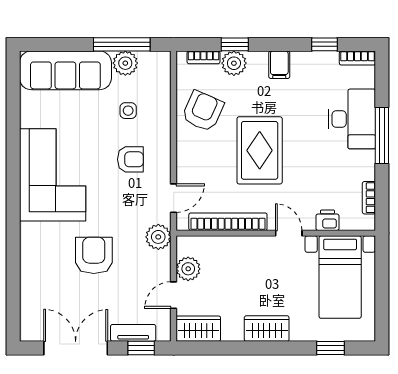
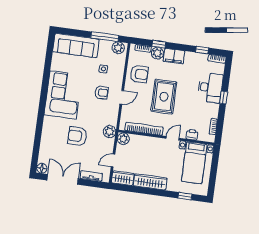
plant: (125, 63) -> (118, 48), moved
filing cabinet: (279, 65) -> (174, 56), width x2.00
armchair: (203, 111) -> (139, 74), turned 66
window: (382, 135) -> (224, 98), width x0.46
door: (174, 198) -> (122, 97), moved
door: (289, 233) -> (172, 138), hinge flipped
armchair: (94, 255) -> (77, 136), turned -90
plant: (188, 269) -> (123, 139), moved
wardrobe: (267, 329) -> (150, 182), width x1.50
floor lamp: (30, 331) -> (42, 168), added
window: (141, 348) -> (94, 184), removed

